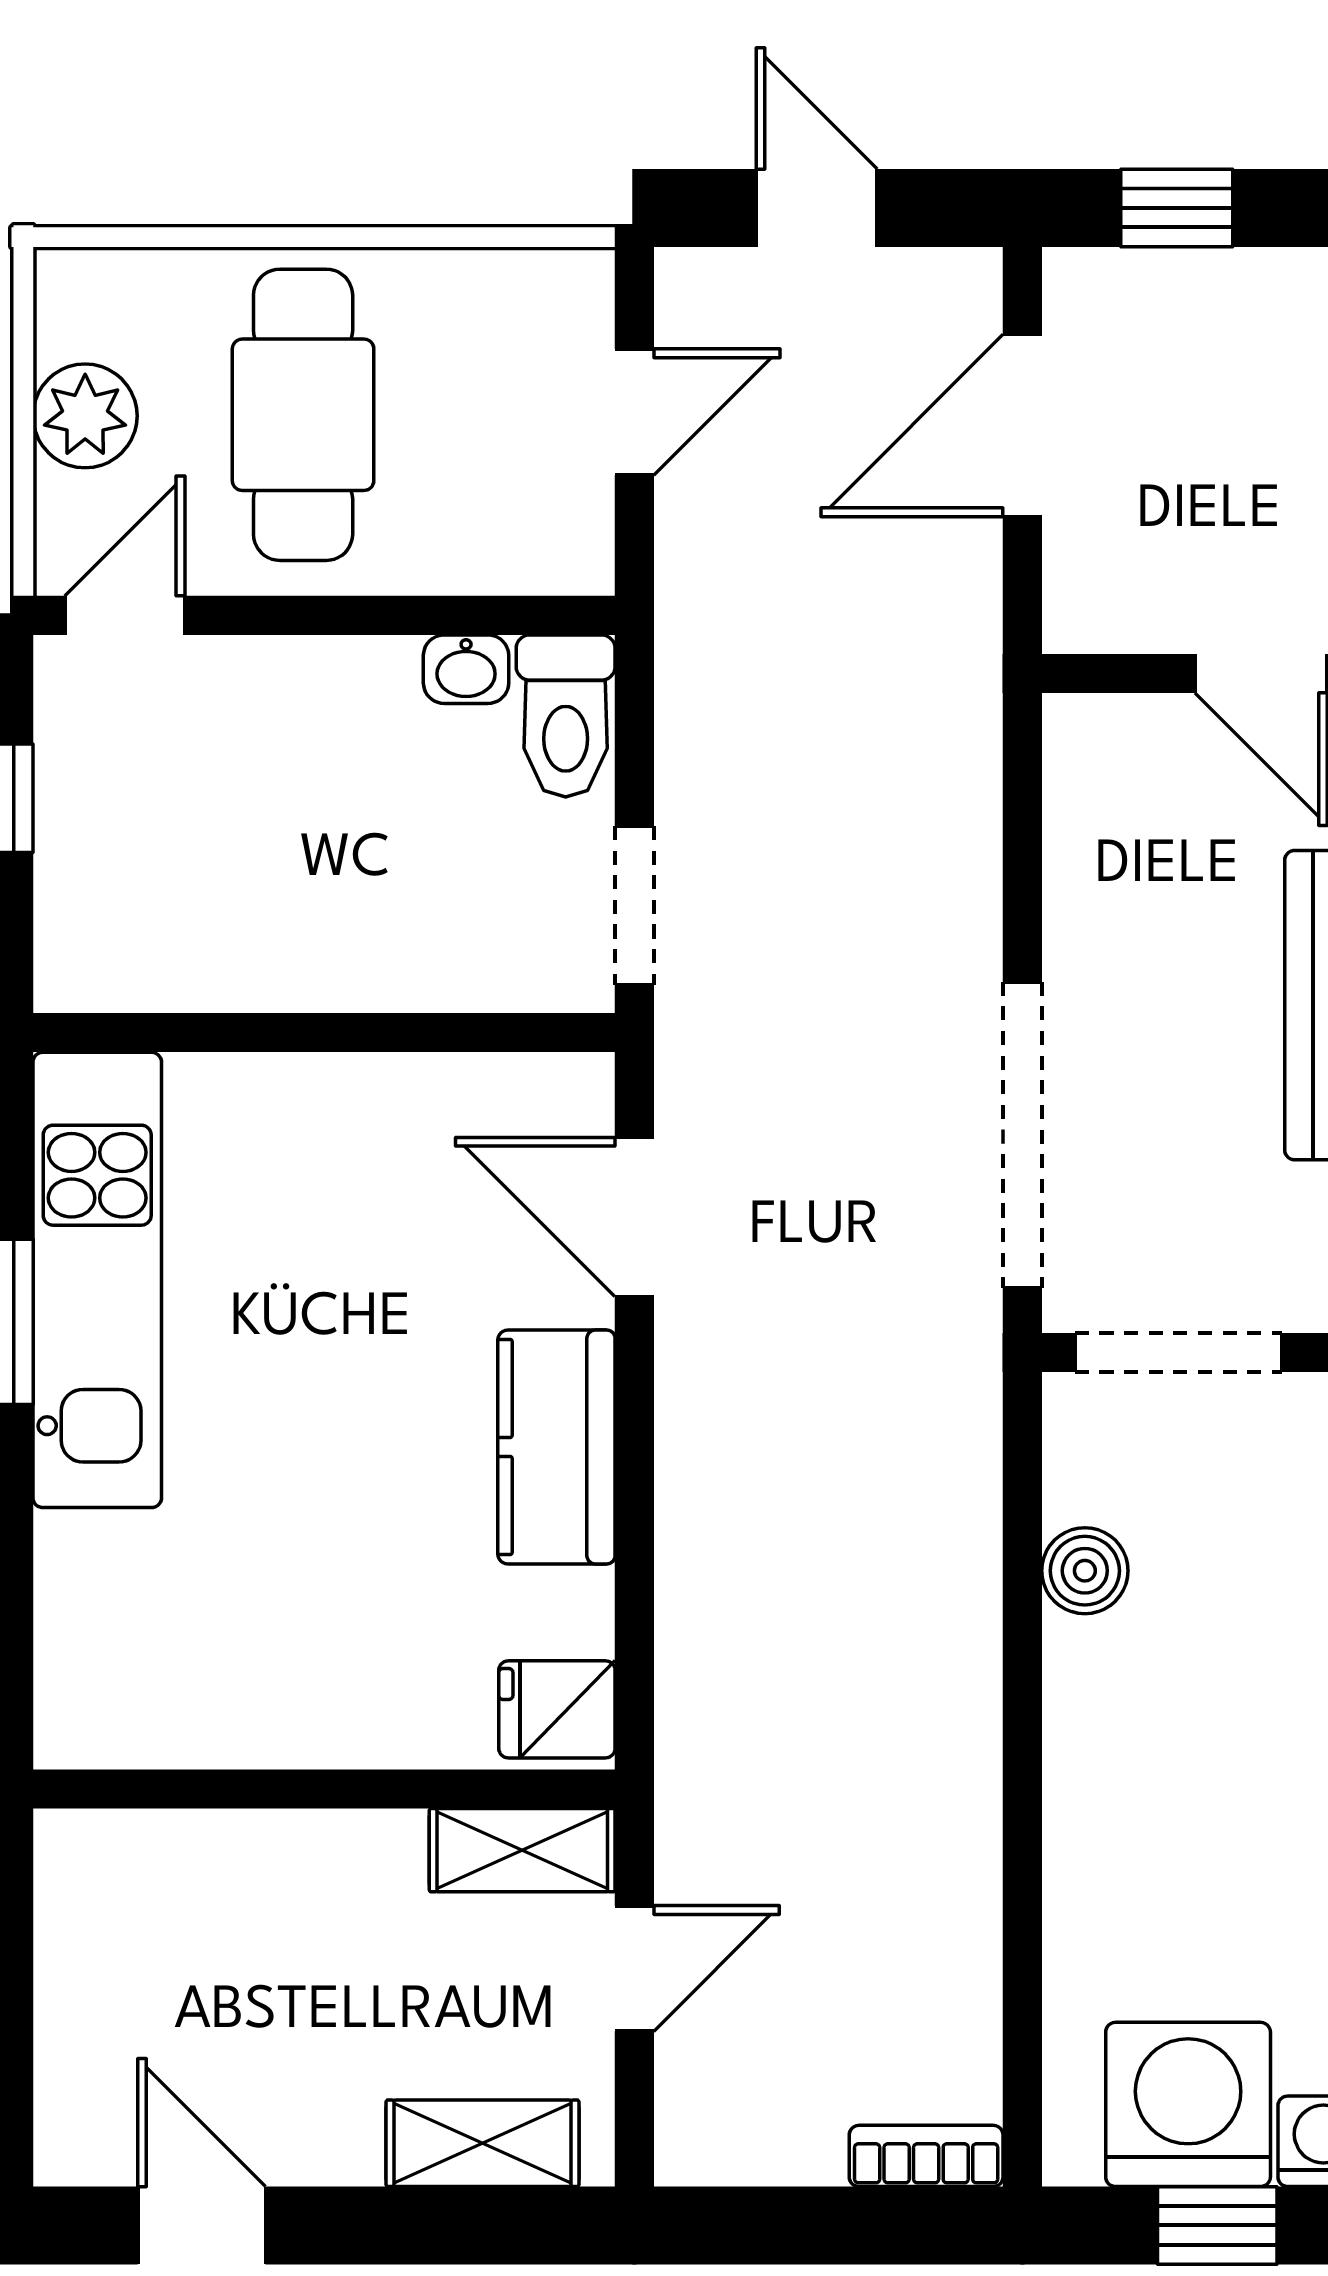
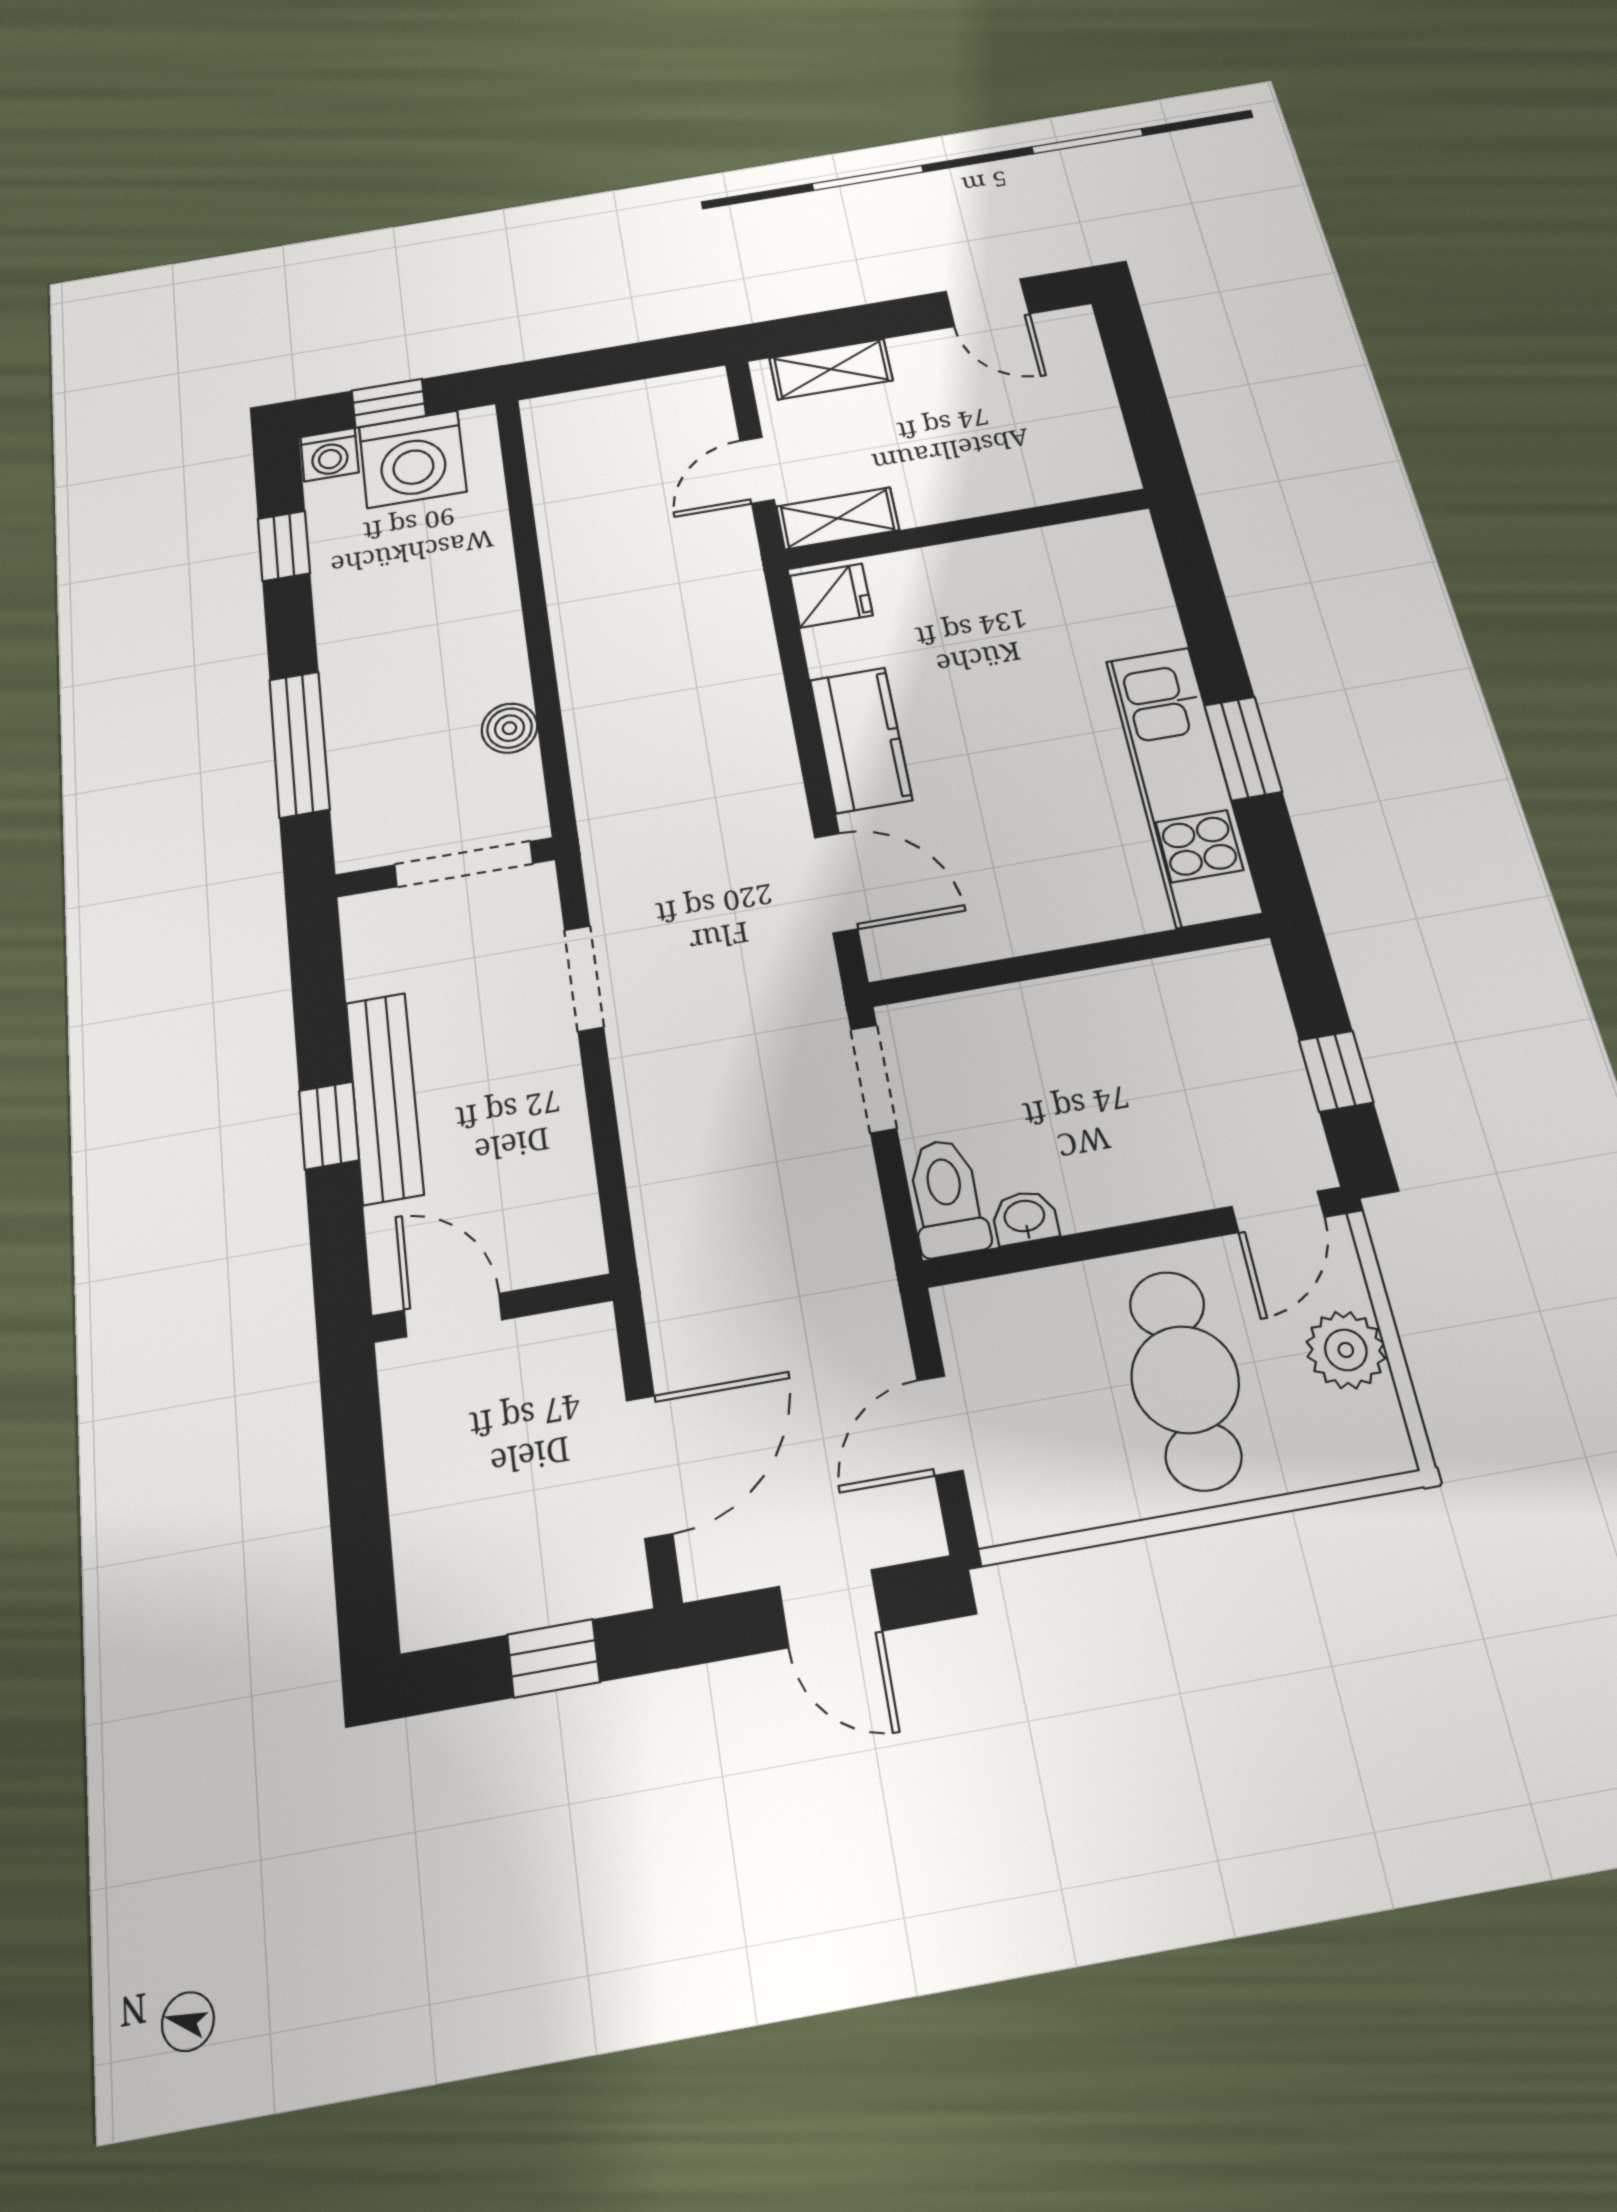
doorway: (1022, 1135) -> (584, 978), width x0.53
bookcase: (926, 2156) -> (566, 408), removed

